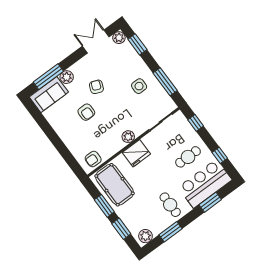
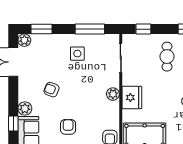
window: (48, 77) -> (13, 123), width x0.46
armchair: (86, 112) -> (68, 127), moved, turned -90

